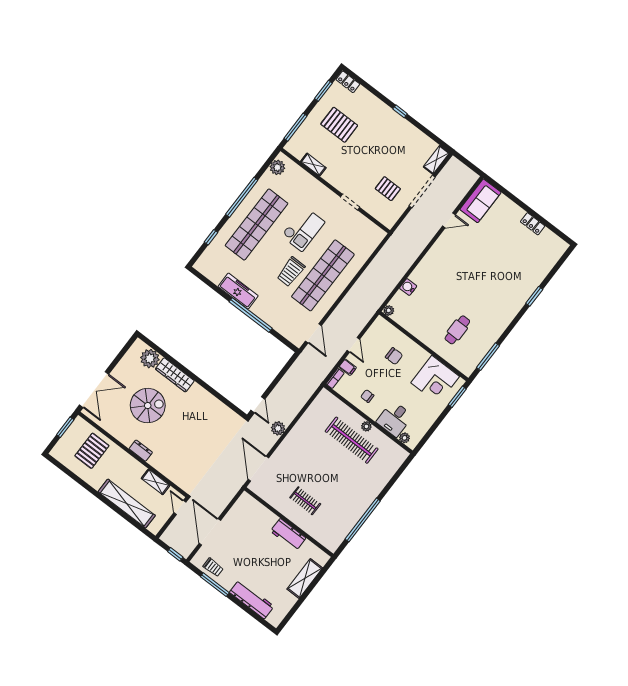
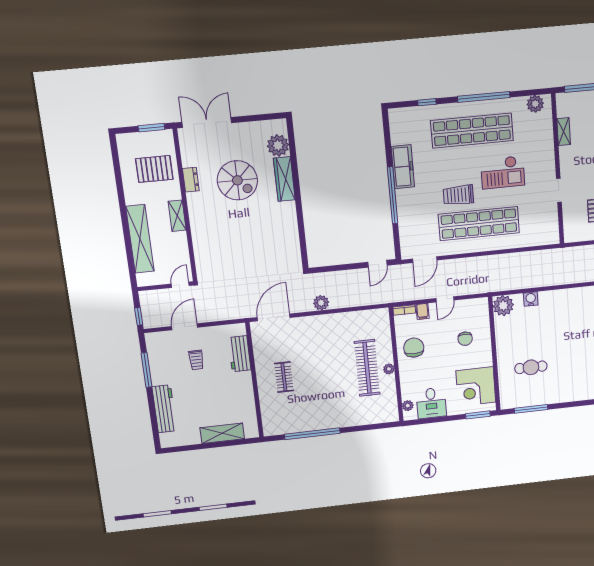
plant: (389, 310) -> (503, 306), width x1.87, depth x1.87
double door: (94, 390) -> (207, 122), swing flipped
chair: (367, 396) -> (414, 348), width x1.87, depth x1.87
door: (258, 405) -> (377, 264), moved
desk: (395, 419) -> (431, 403), moved, turned -90
dresser: (141, 451) -> (191, 180), moved
shelving: (156, 482) -> (177, 216), moved
door: (210, 532) -> (185, 327), width x0.73
workbench: (288, 535) -> (240, 354), moved
trolley: (213, 567) -> (196, 360), moved

